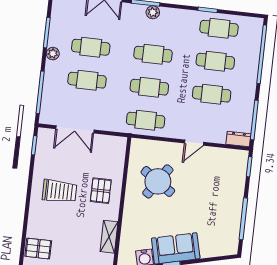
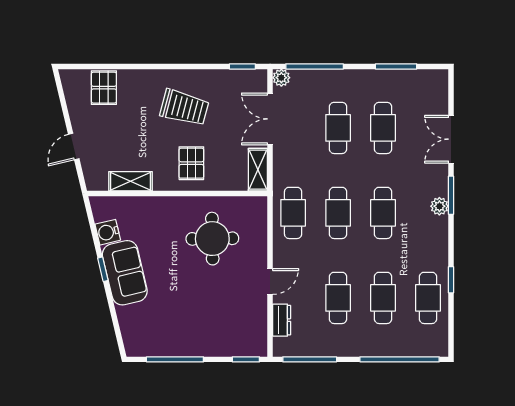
plant: (53, 54) -> (281, 78), moved
dresser: (238, 139) -> (282, 320), moved
shelving: (111, 142) -> (258, 170), added
door: (194, 143) -> (270, 282), swing flipped
round table: (158, 181) -> (212, 239), turned -35
trolley: (59, 191) -> (184, 108), turned -75
pallet: (101, 191) -> (191, 163), turned 90

